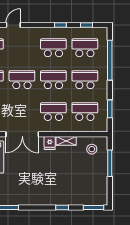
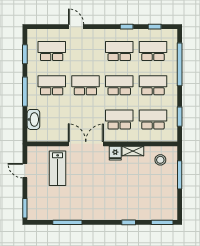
door: (13, 25) -> (76, 27), hinge flipped
double door: (22, 134) -> (86, 144), swing flipped

